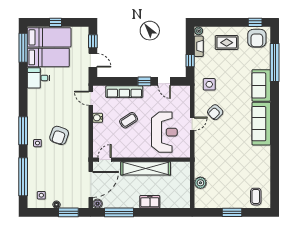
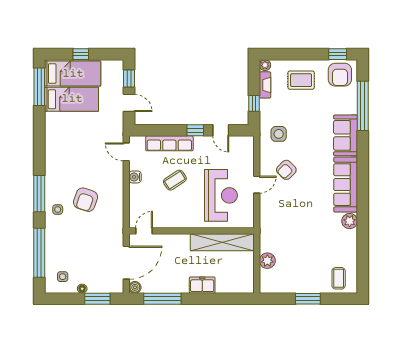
desk: (38, 78) -> (59, 126), removed
plant: (264, 152) -> (350, 221), added
shelving: (146, 168) -> (222, 242), moved

